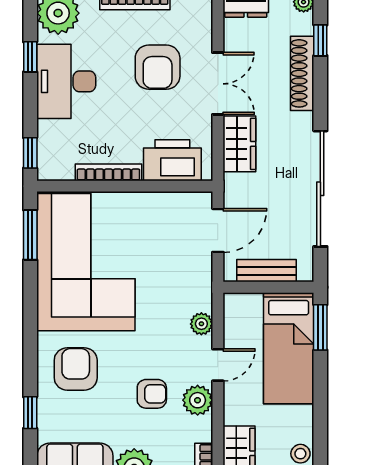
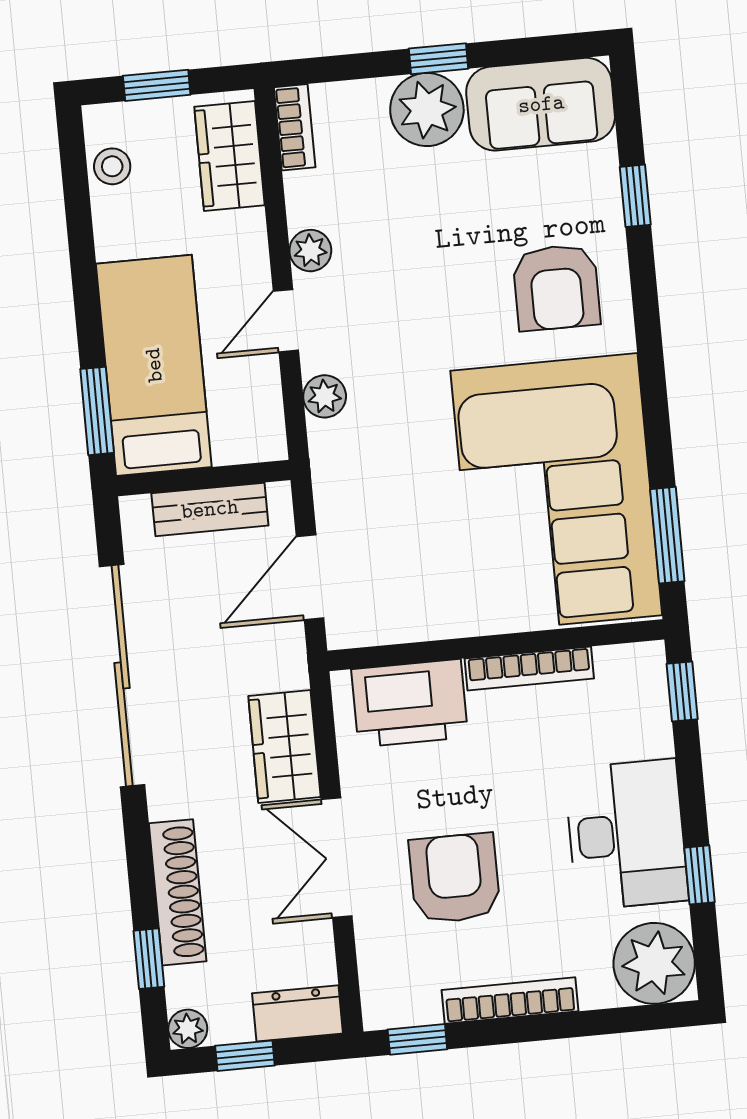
armchair: (152, 394) -> (407, 254), removed
plant: (198, 400) -> (310, 251), width x0.73, depth x0.73

